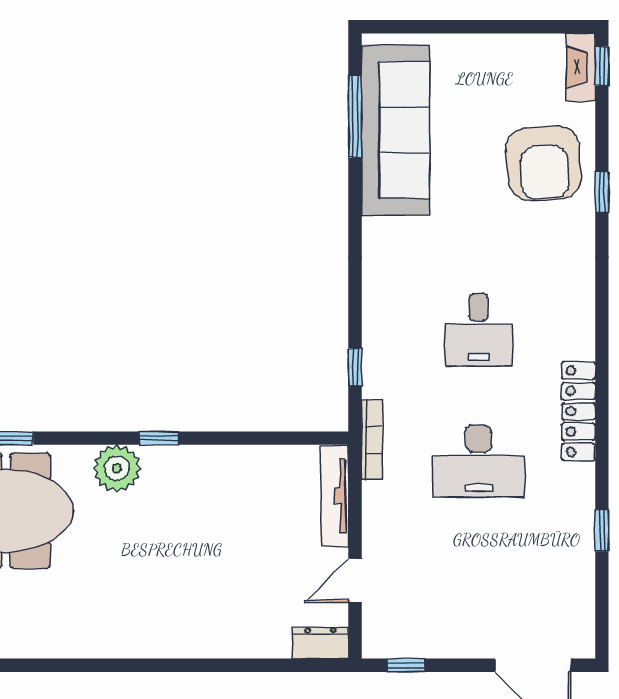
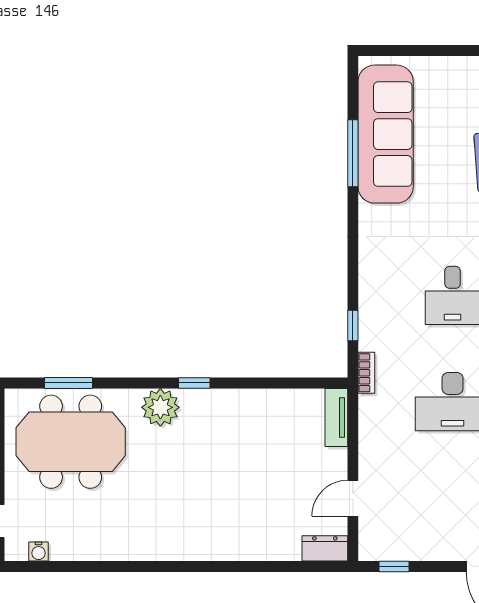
window: (355, 117) -> (353, 153), moved
bookcase: (372, 440) -> (366, 373), width x0.64
tv unit: (335, 496) -> (336, 417), width x0.71

